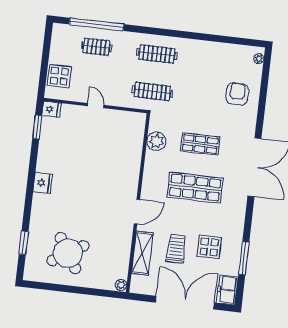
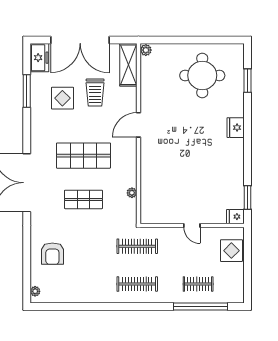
plant: (156, 141) -> (132, 193), width x0.53, depth x0.53
fridge: (43, 183) -> (236, 128), moved
round table: (68, 253) -> (202, 75), turned 32
shelving: (142, 253) -> (128, 65), moved

